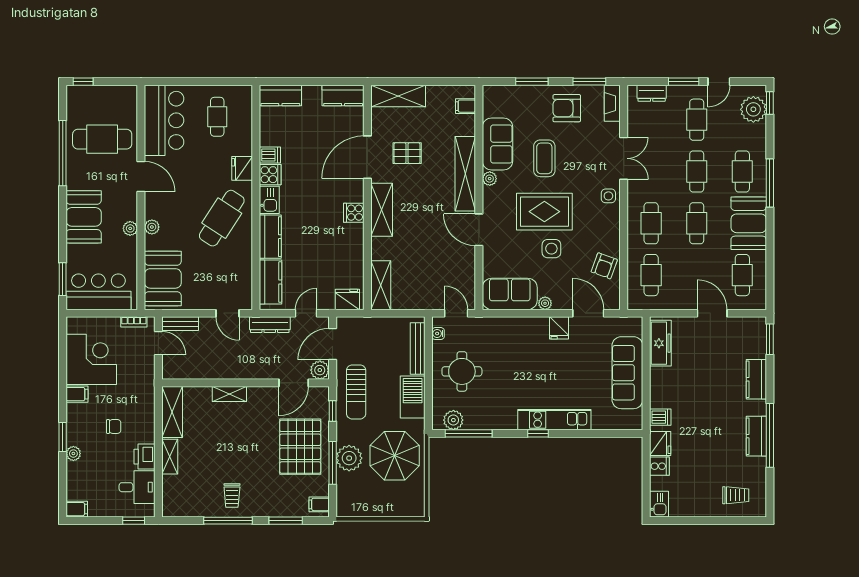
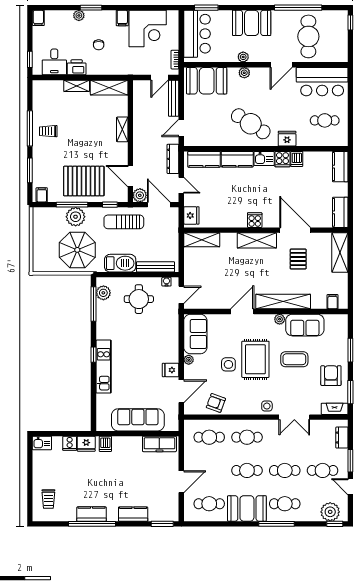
bench: (180, 324) -> (174, 98), width x1.36

